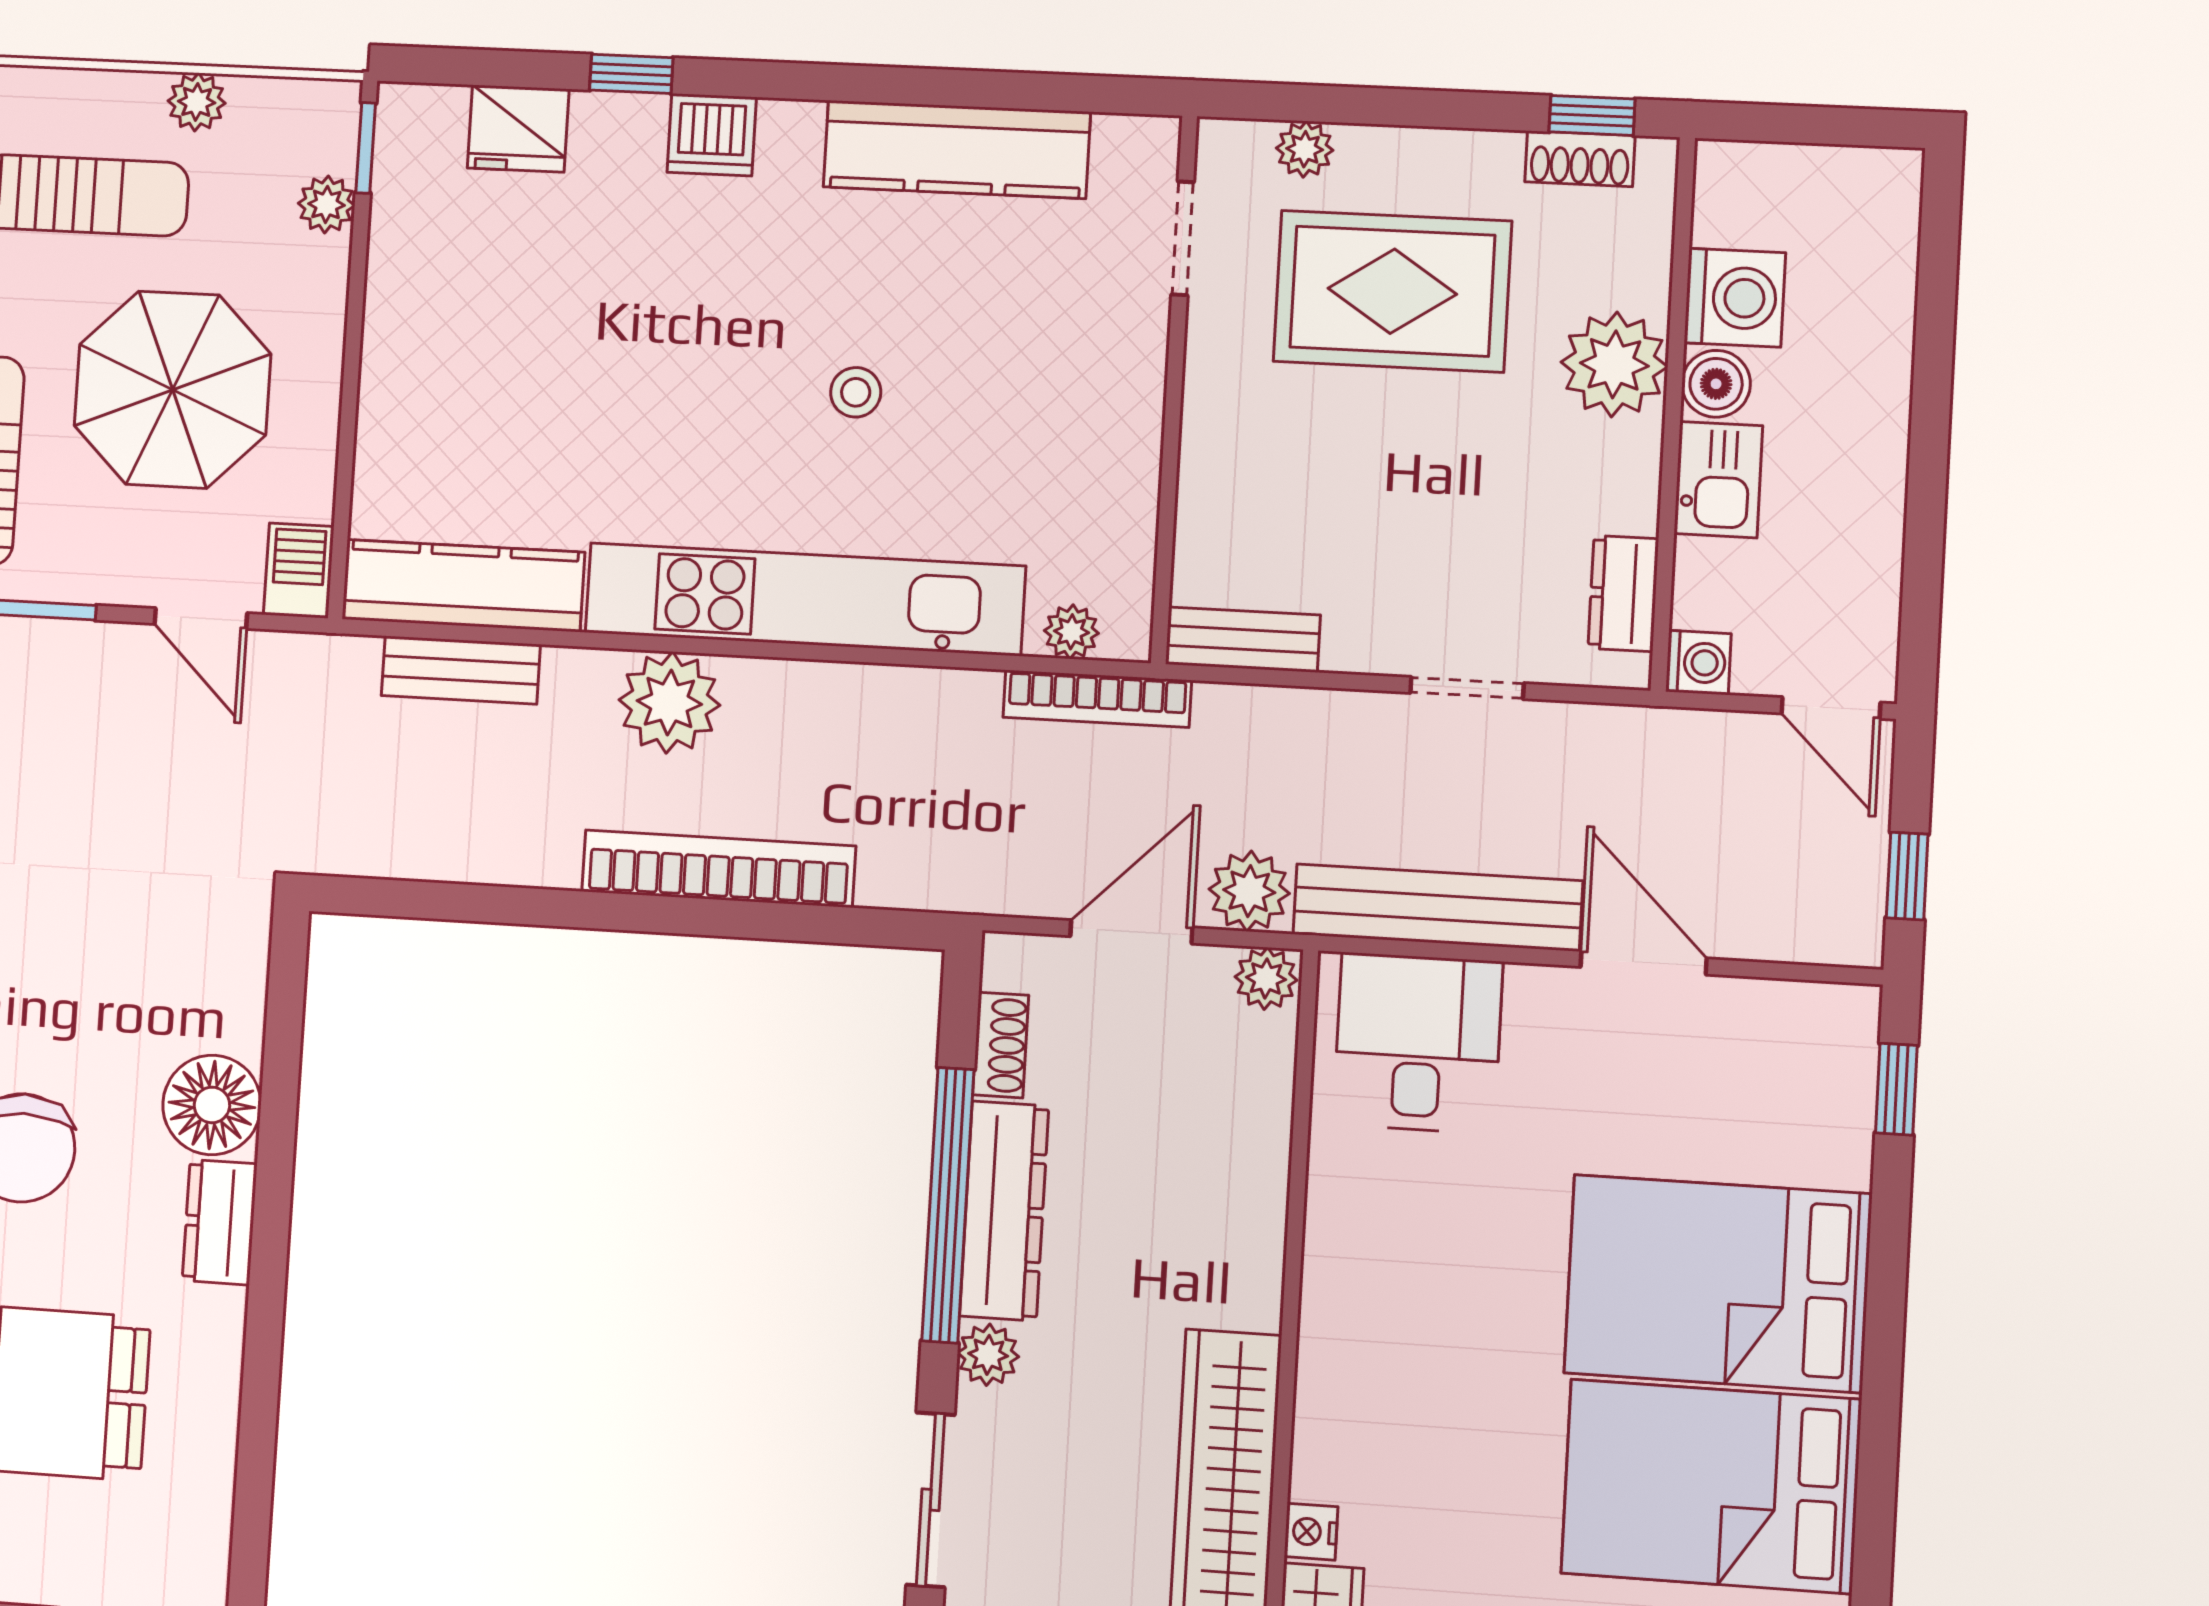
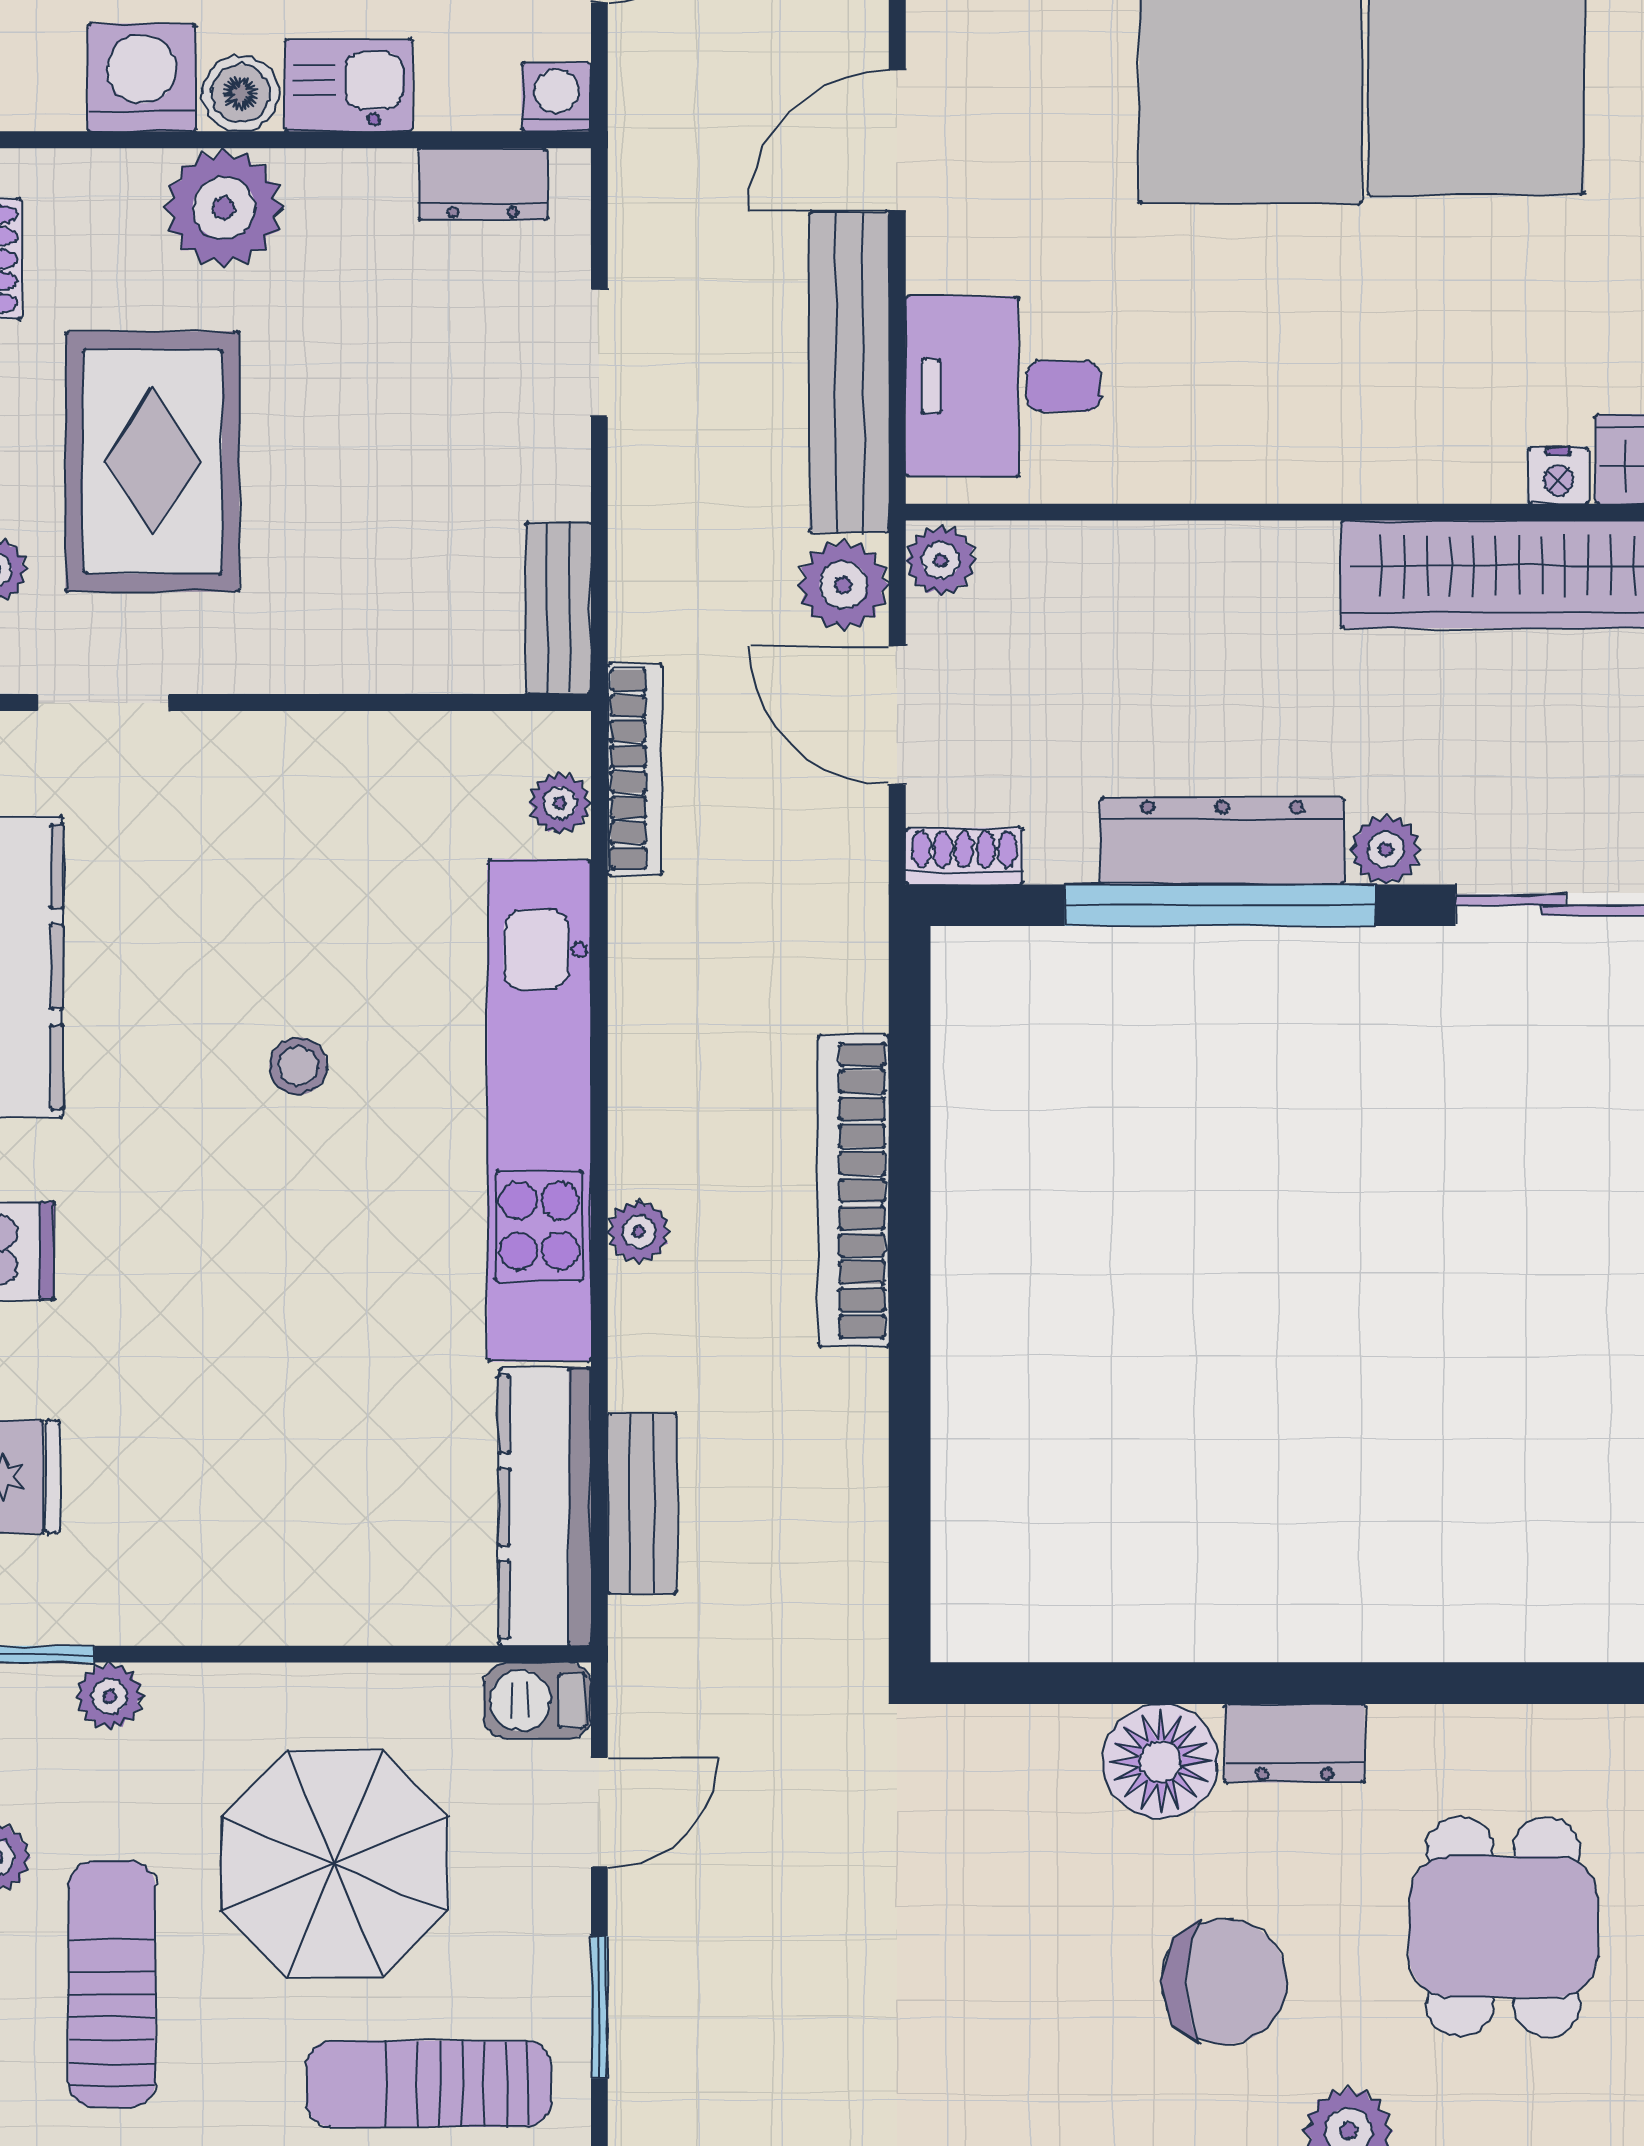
plant: (669, 703) -> (639, 1232), width x0.53, depth x0.53
shoe rack: (1001, 1045) -> (964, 856), moved

